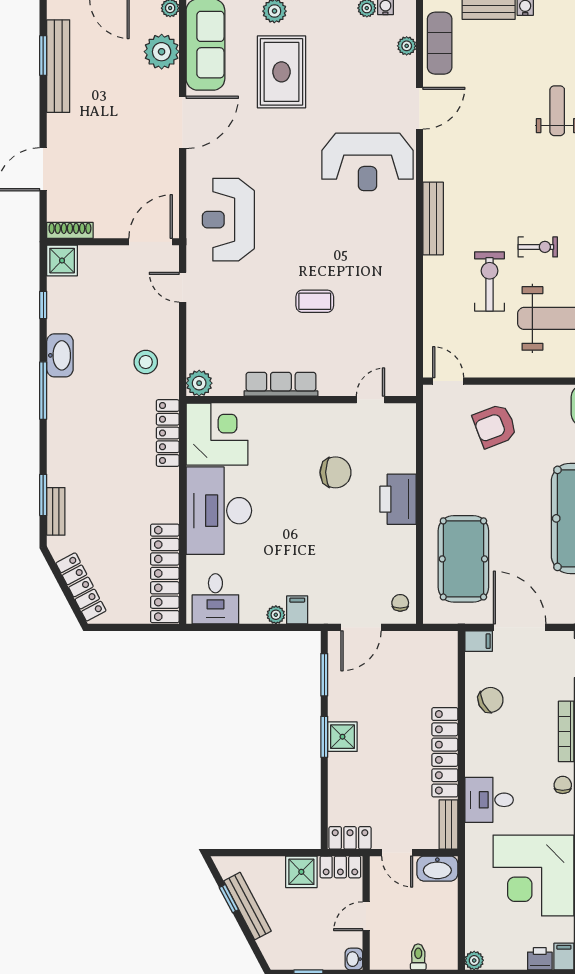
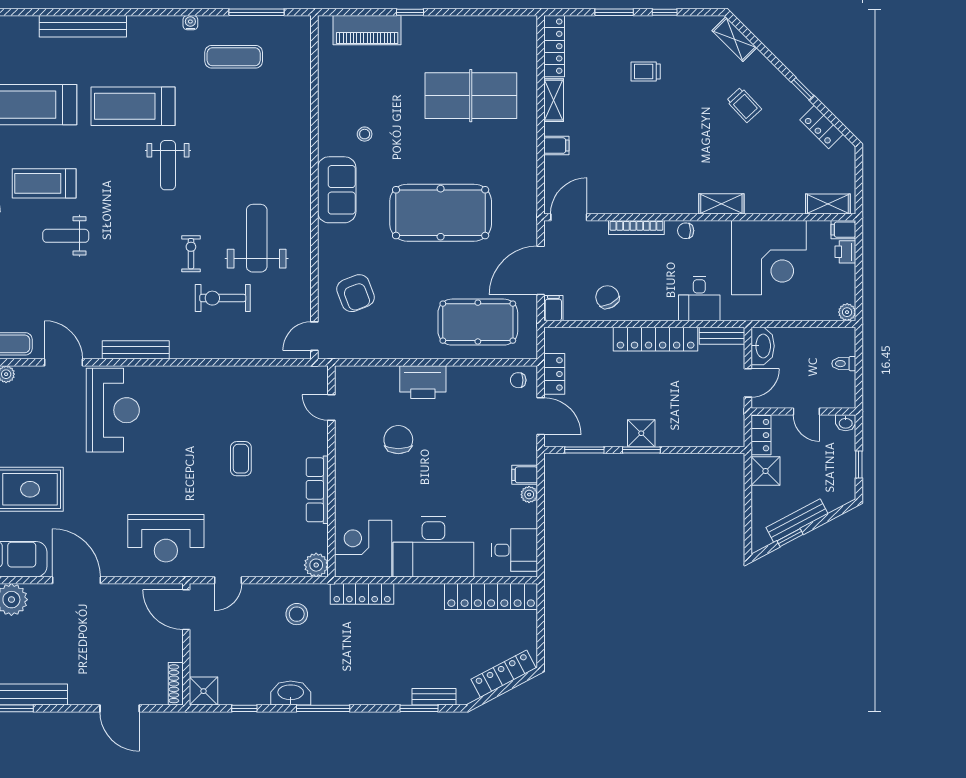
bench: (433, 219) -> (136, 350), moved
locker: (350, 838) -> (554, 374), moved, turned 180

